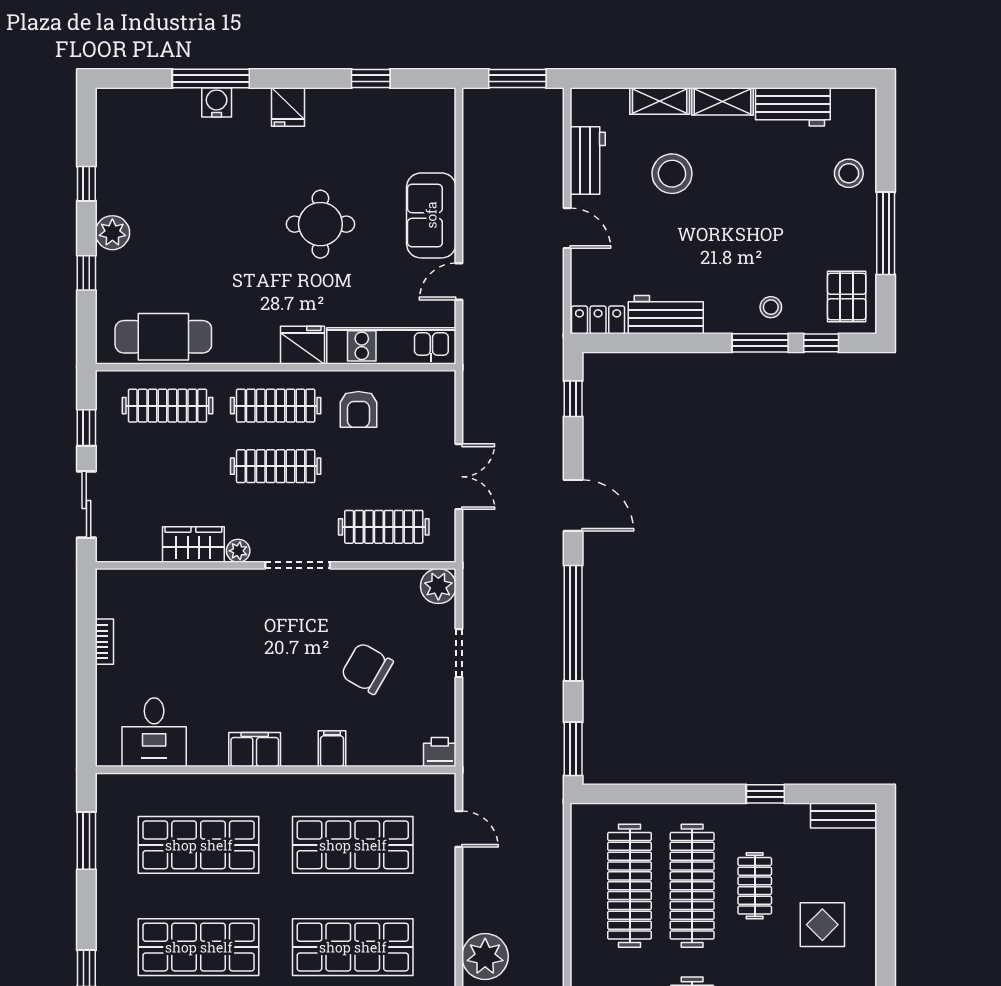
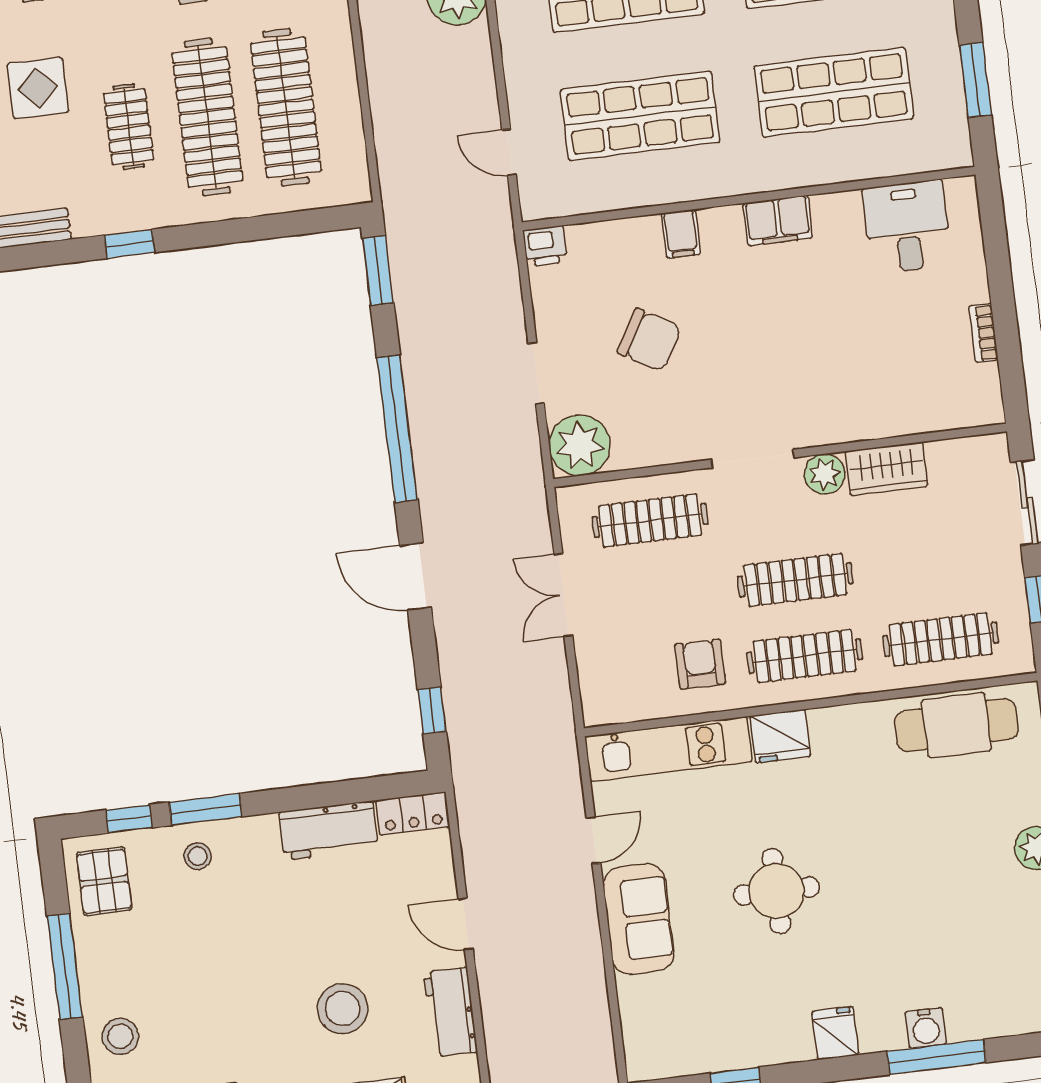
plant: (238, 551) -> (825, 474), width x1.38, depth x1.38
plant: (438, 586) -> (580, 445), width x1.36, depth x1.36

